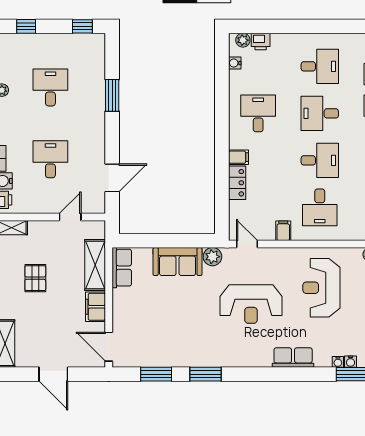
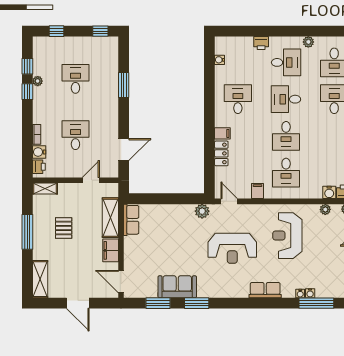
plant: (243, 40) -> (308, 42), moved
printer: (261, 42) -> (261, 43), moved
desk: (320, 160) -> (286, 136), turned 90
sofa: (178, 262) -> (177, 287), moved, turned 180

